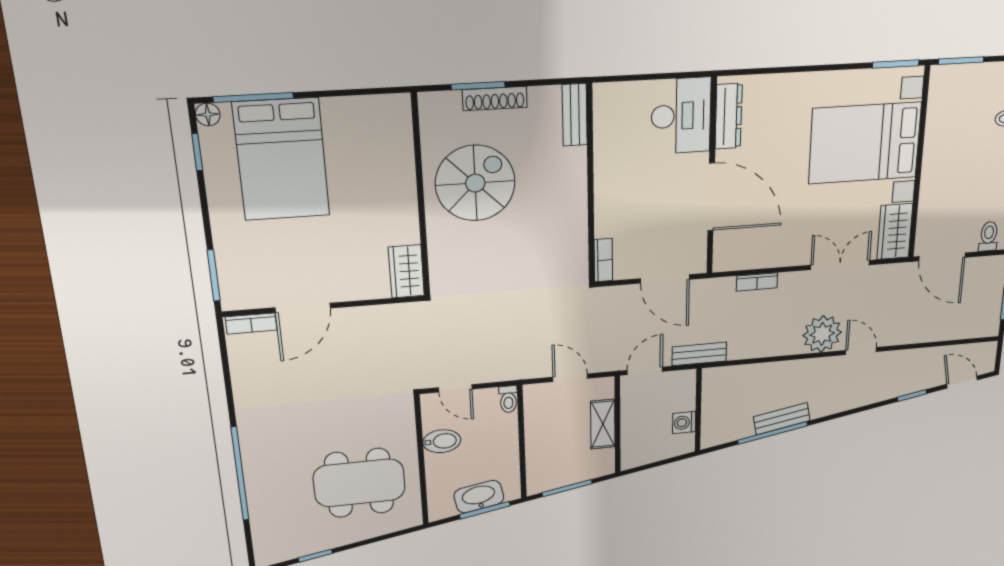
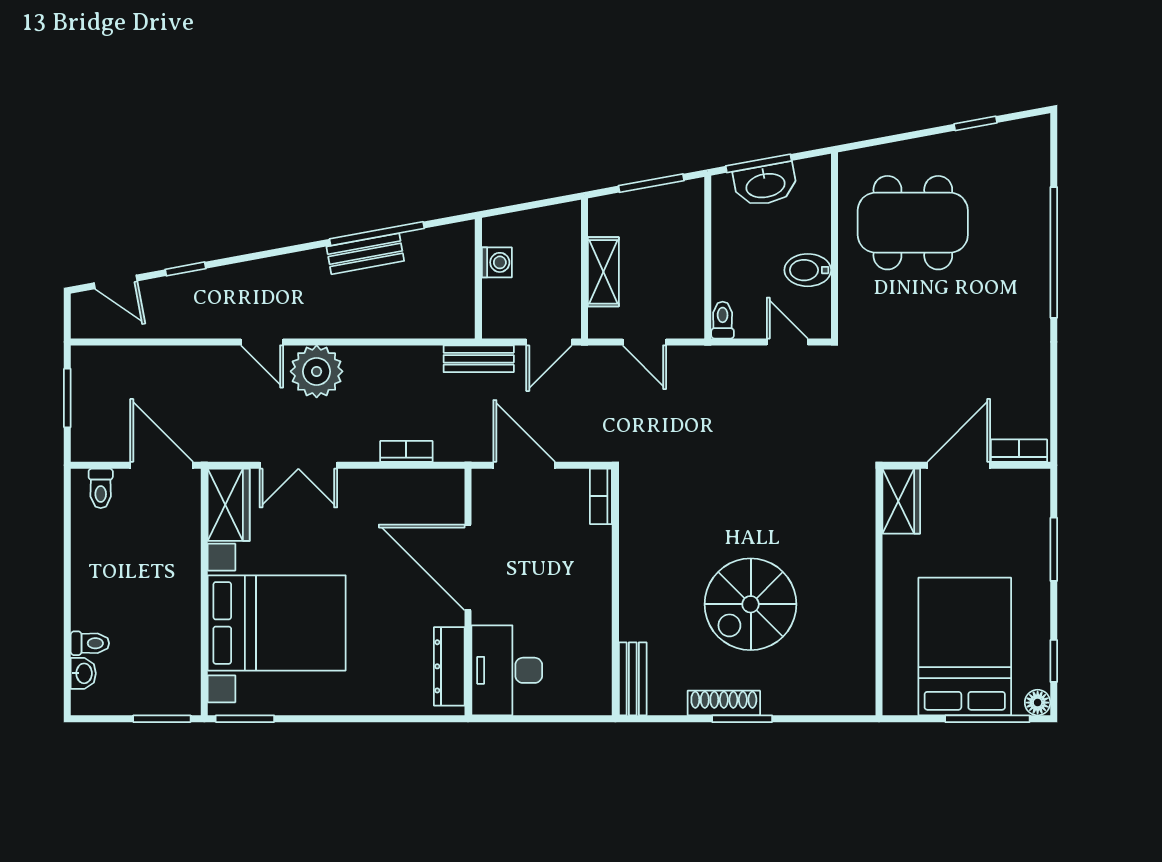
wall: (421, 197) -> (879, 592), moved
wardrobe: (406, 271) -> (901, 501), moved
window: (214, 276) -> (1054, 549), moved

